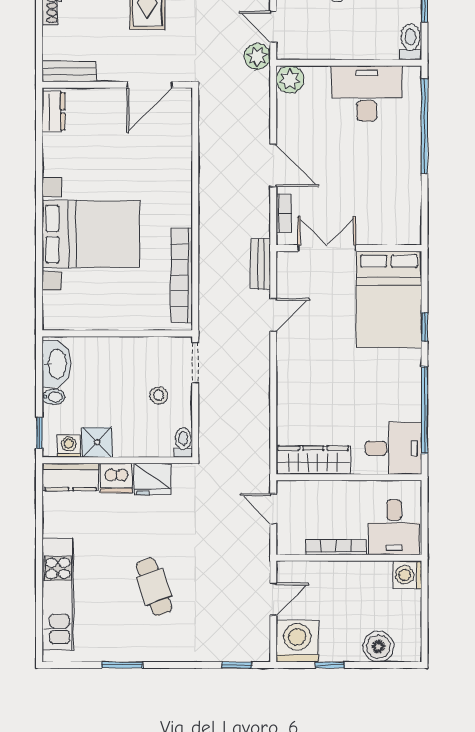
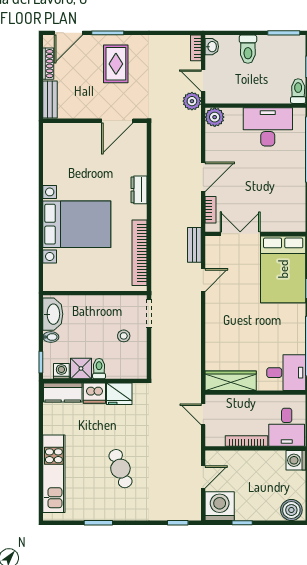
bench: (69, 71) -> (50, 99), moved, turned 90
dresser: (54, 111) -> (139, 190), moved, turned 180
door: (273, 166) -> (203, 177), hinge flipped
toilet: (183, 442) -> (99, 369), moved
boiler: (378, 647) -> (291, 510), moved

